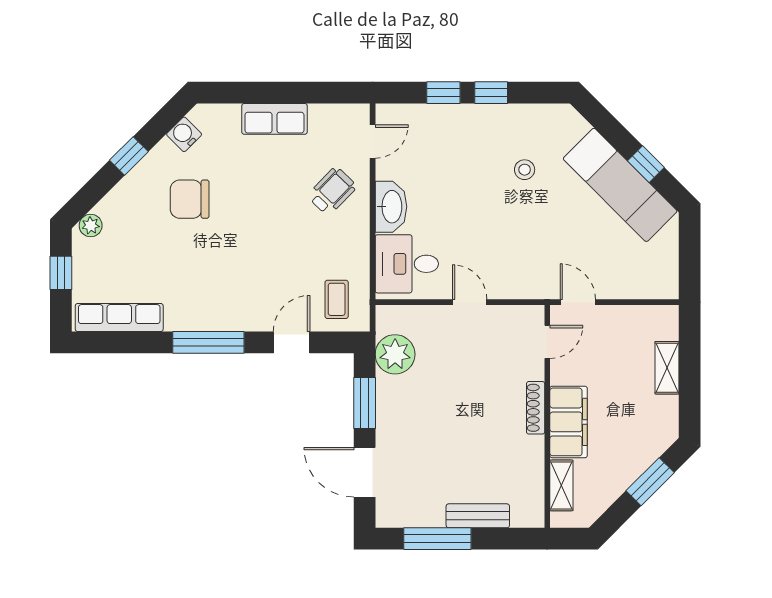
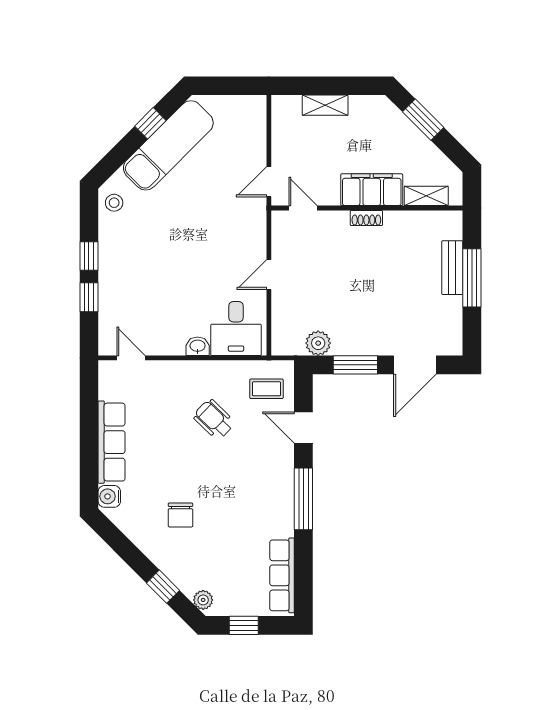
row of seats: (274, 119) -> (112, 442), width x1.48
water cooler: (184, 134) -> (109, 496), moved, turned 45
window: (129, 156) -> (163, 587), moved
stool: (525, 170) -> (114, 203), moved
wheelchair: (332, 191) -> (214, 419), moved
chair: (190, 199) -> (180, 515), width x0.73, depth x0.73
washbasin: (391, 207) -> (198, 346), width x0.52, depth x0.69
plant: (395, 354) -> (318, 343), width x0.73, depth x0.73
shoe rack: (536, 408) -> (366, 218), width x0.70
window: (437, 539) -> (472, 278), moved

